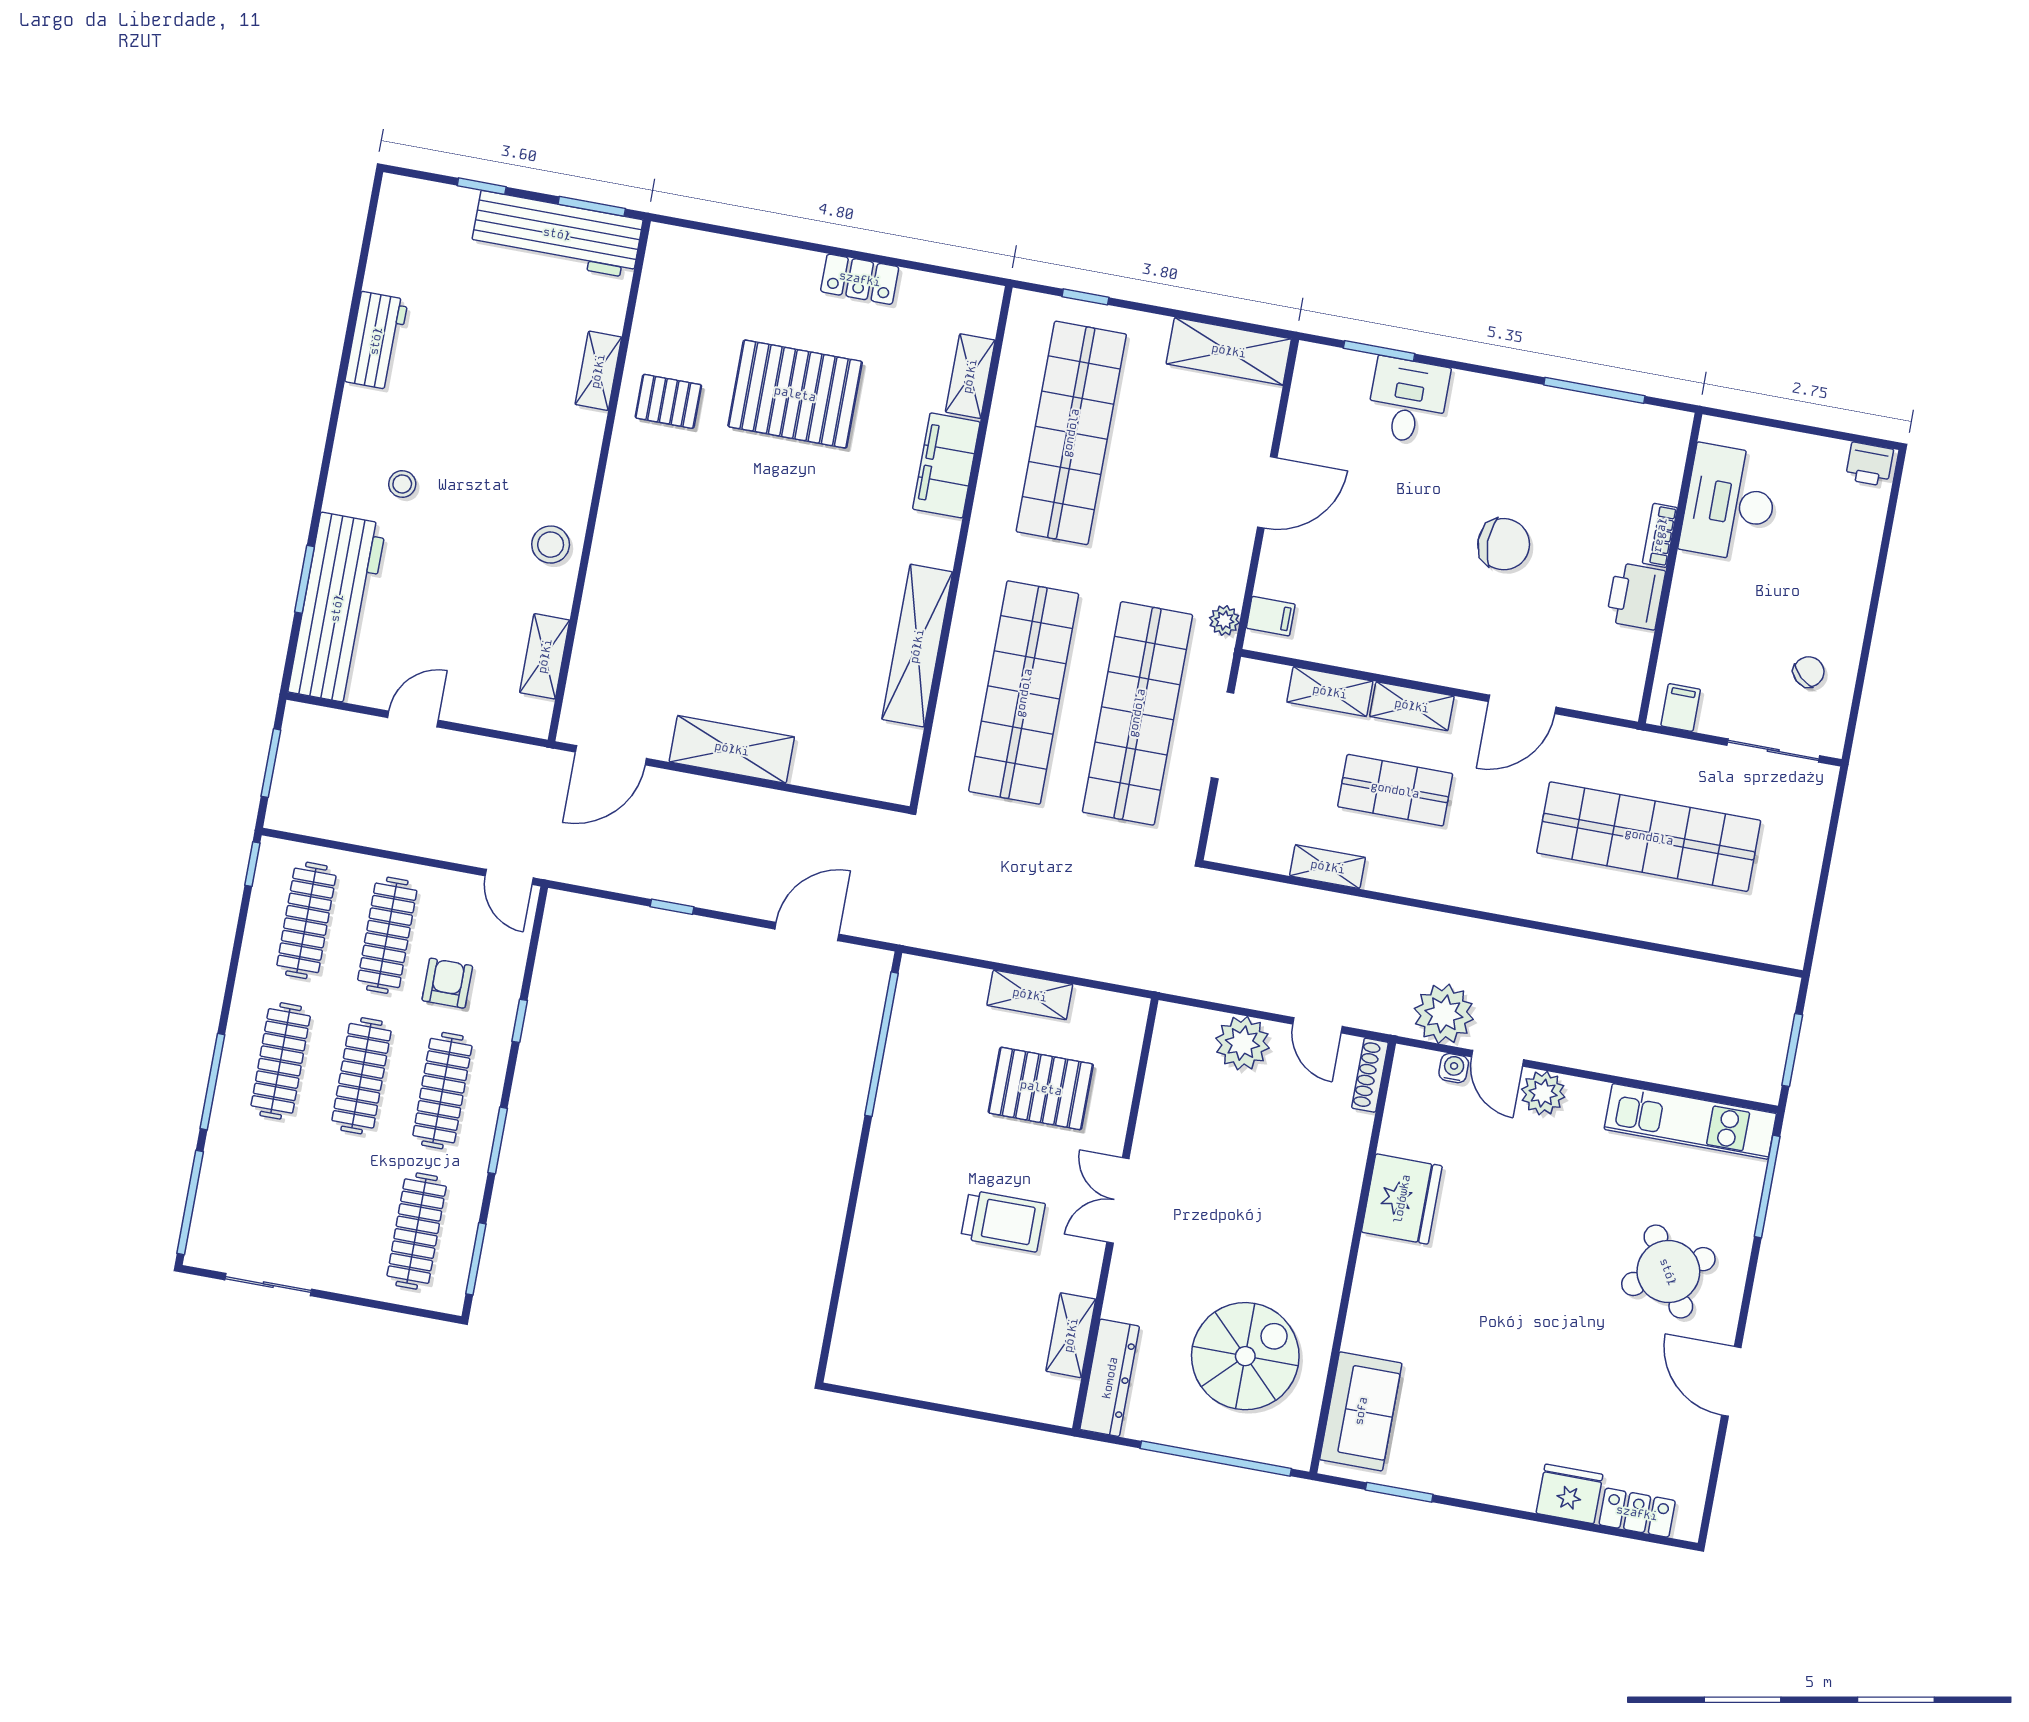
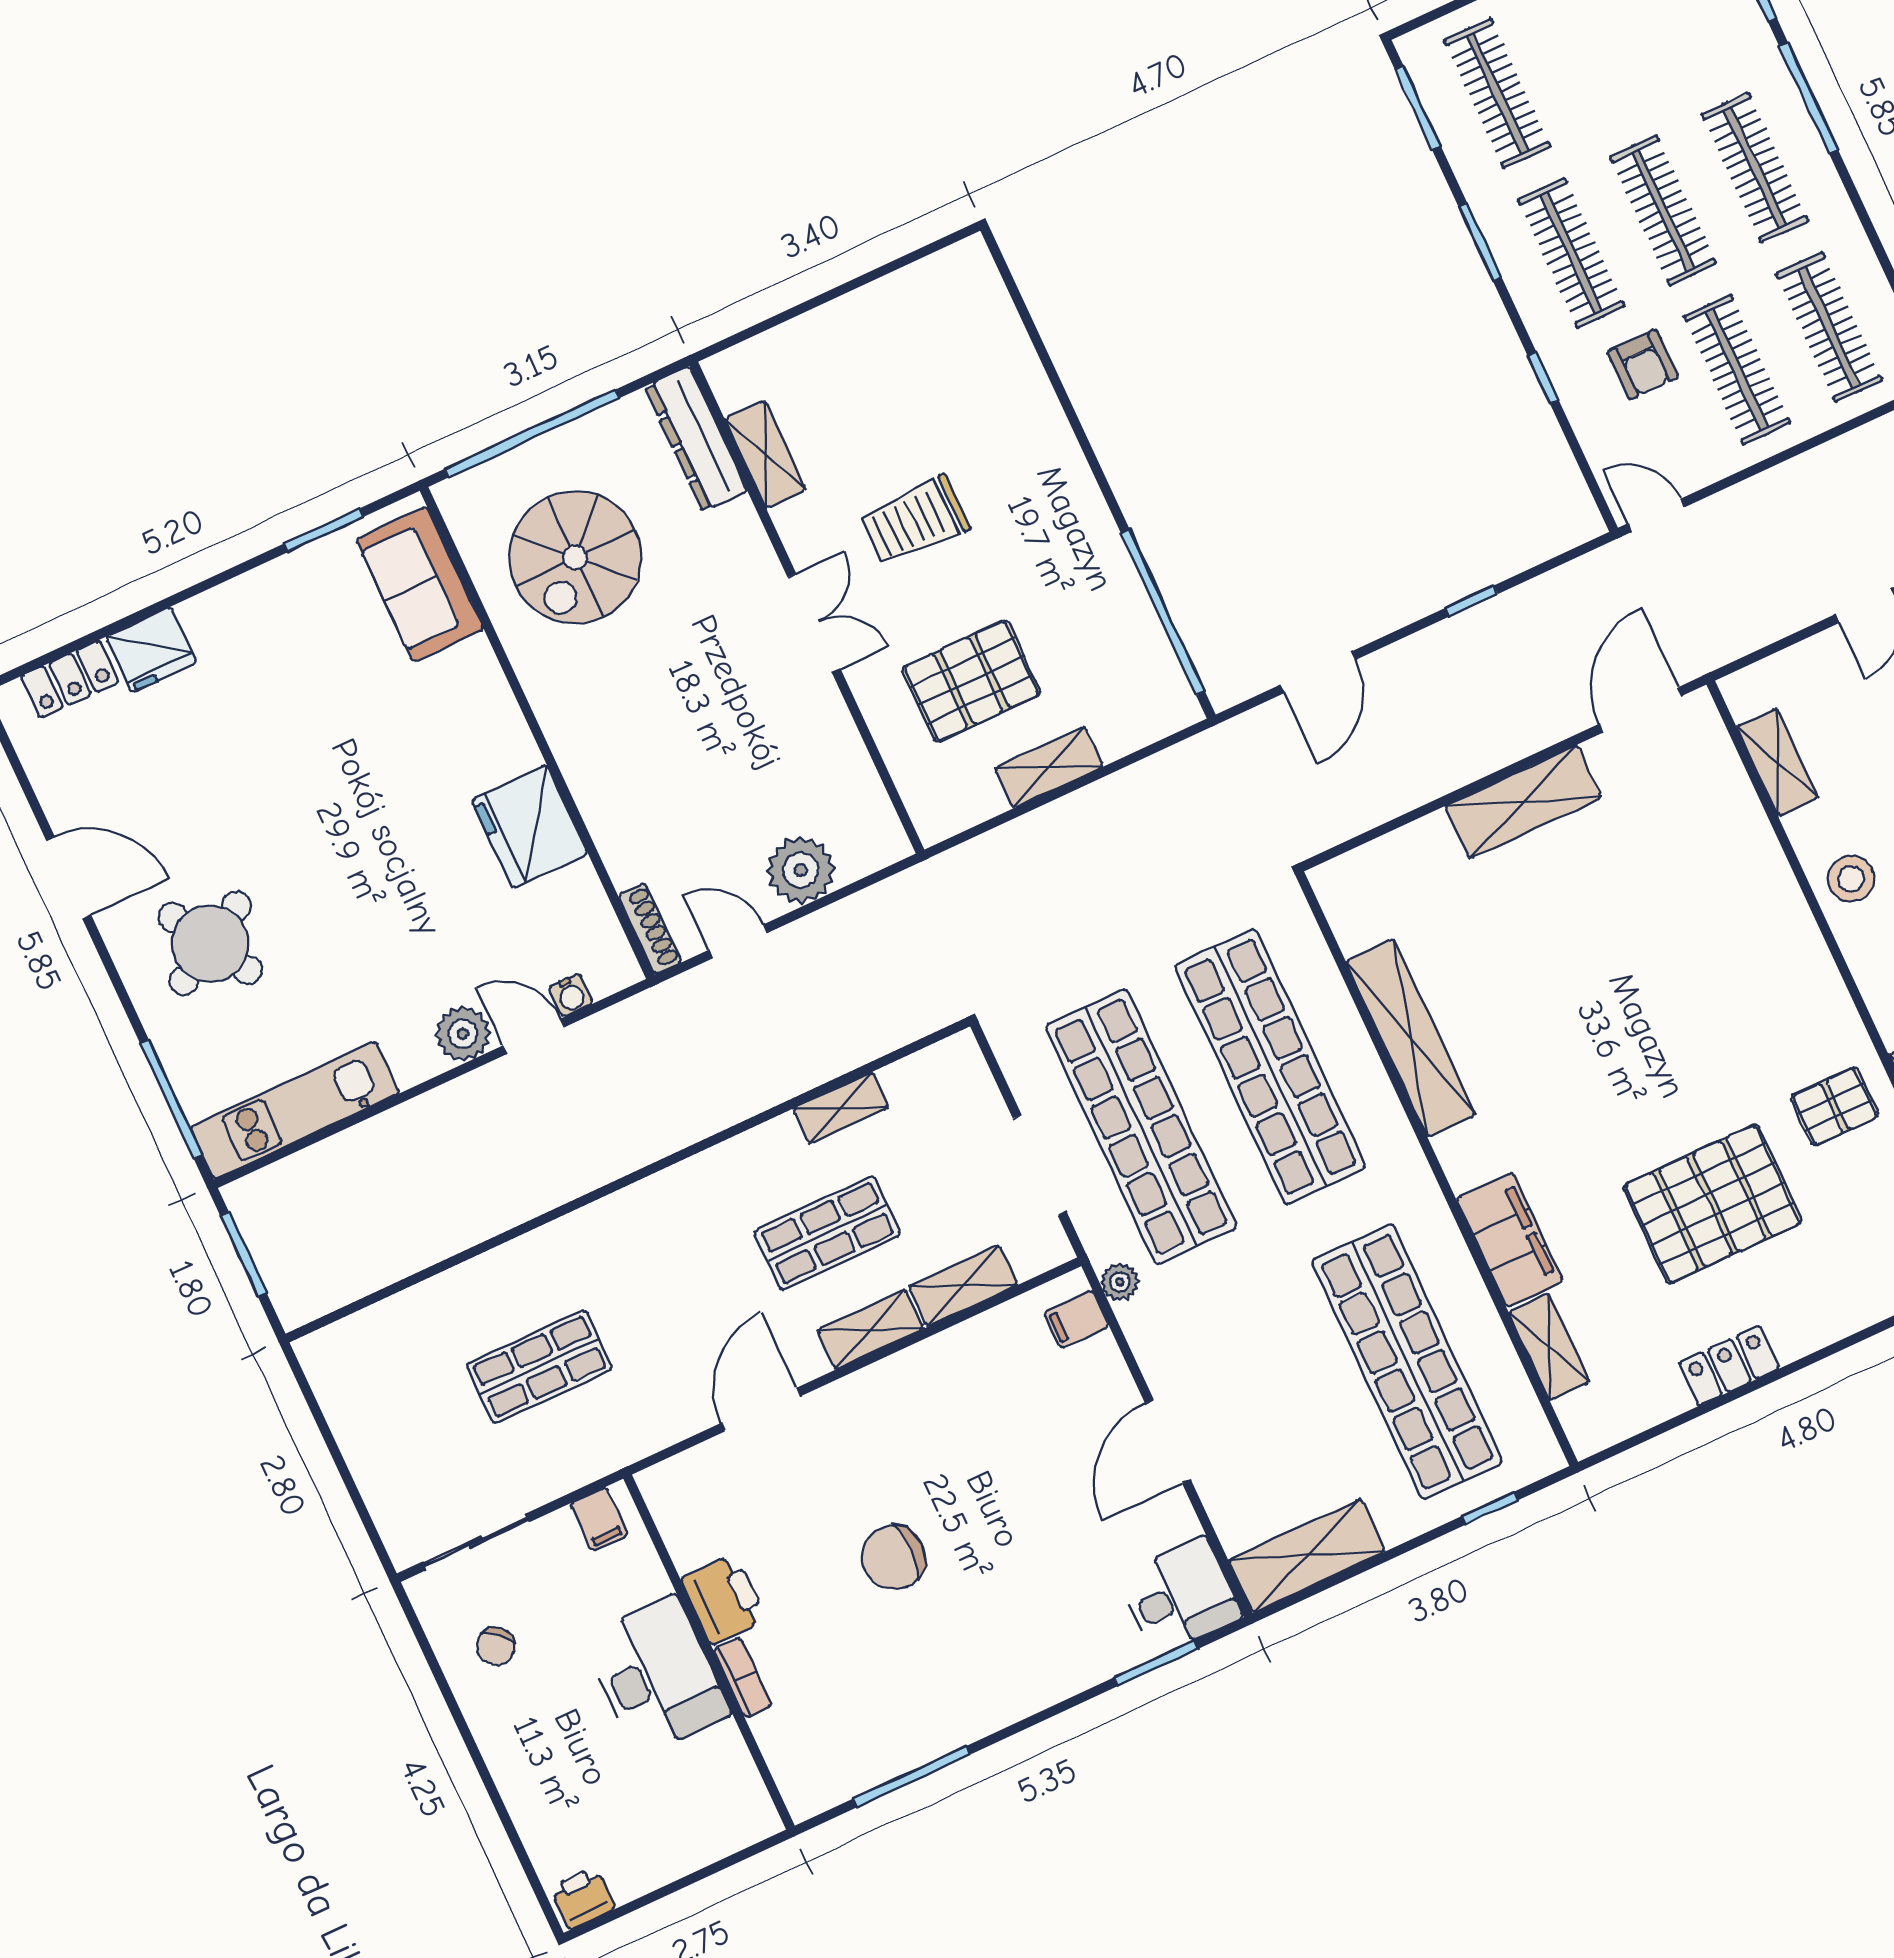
desk: (1408, 401) -> (1180, 1596), moved, turned -90
desk: (1730, 503) -> (656, 1676), moved
shop shelf: (1649, 837) -> (539, 1367), width x0.50, depth x0.74
plant: (1444, 1014) -> (619, 1043), removed

